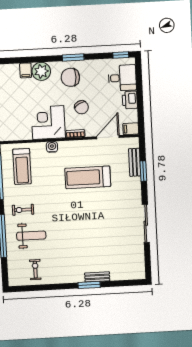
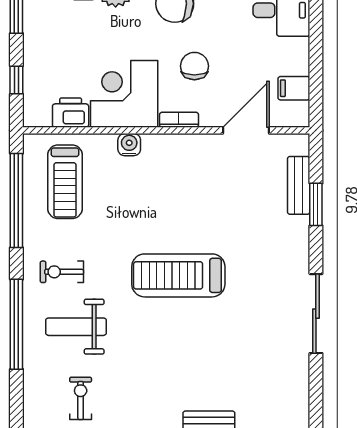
printer: (130, 100) -> (71, 113), moved, turned 90
chair: (81, 107) -> (194, 66), turned -153
filing cabinet: (131, 129) -> (294, 88), moved
treadmill: (88, 177) -> (178, 275), moved
weight bench: (31, 236) -> (76, 327), turned 180

